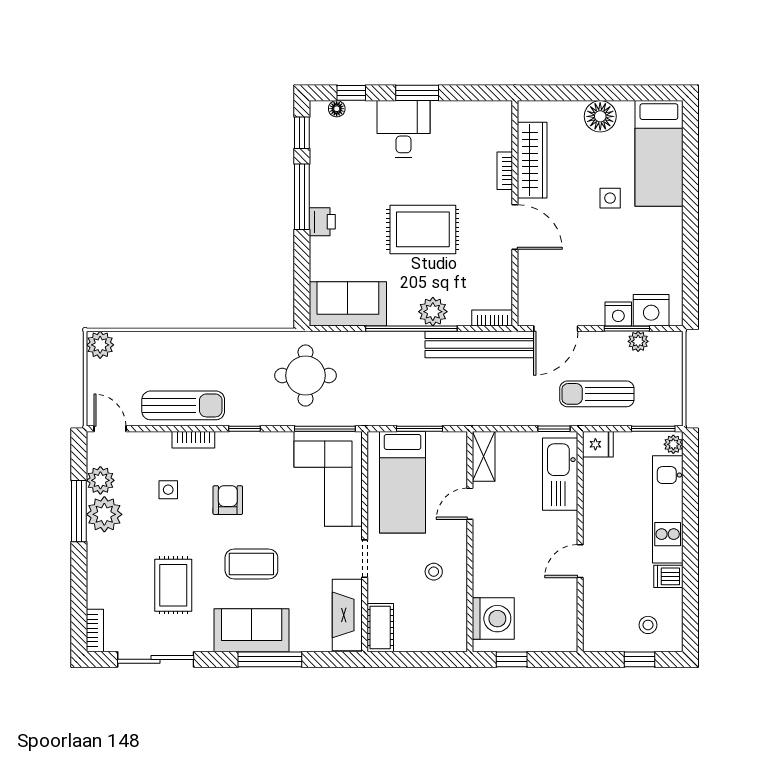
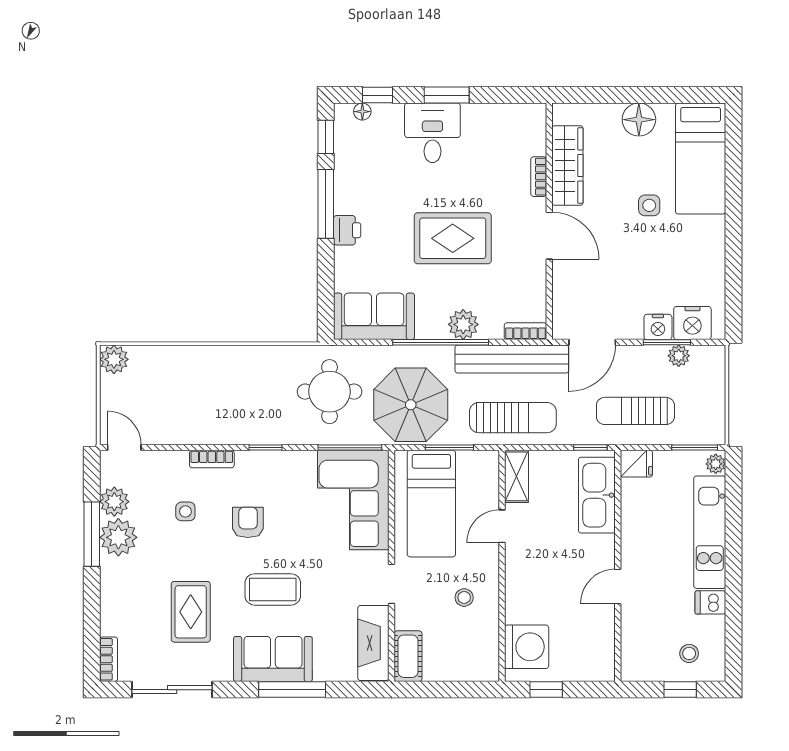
parasol: (383, 388) -> (411, 405), added
sun lounger: (183, 405) -> (513, 418), moved

